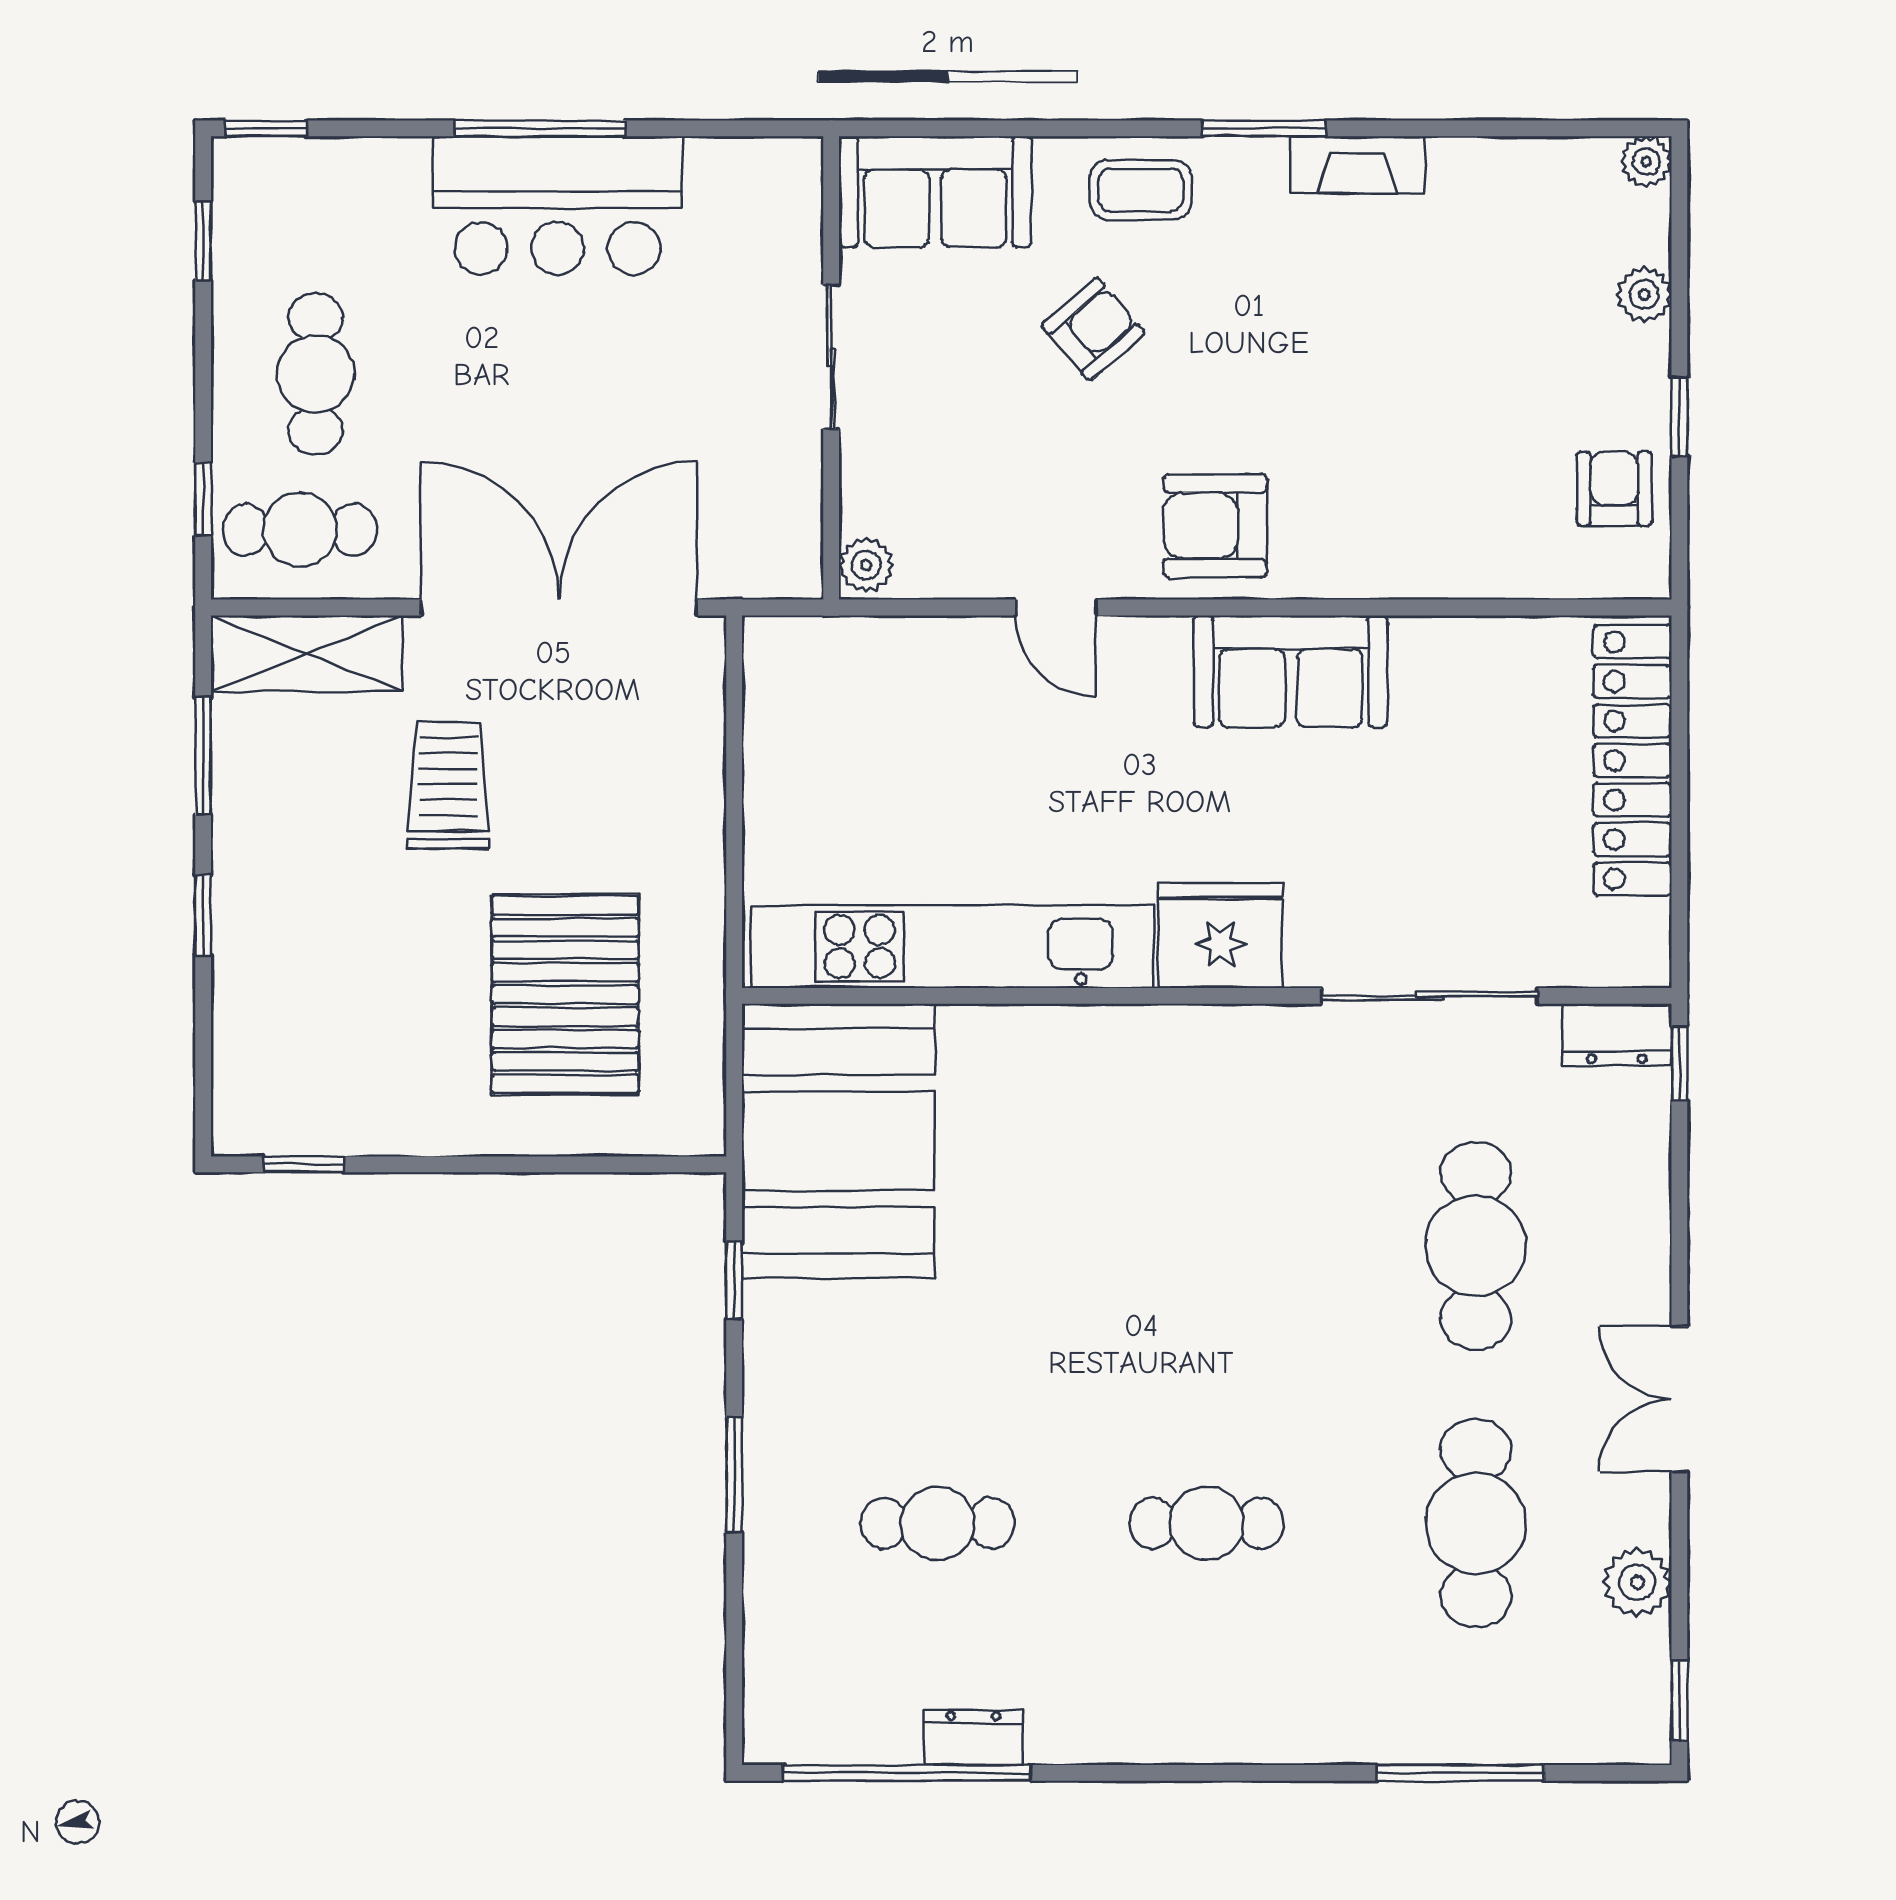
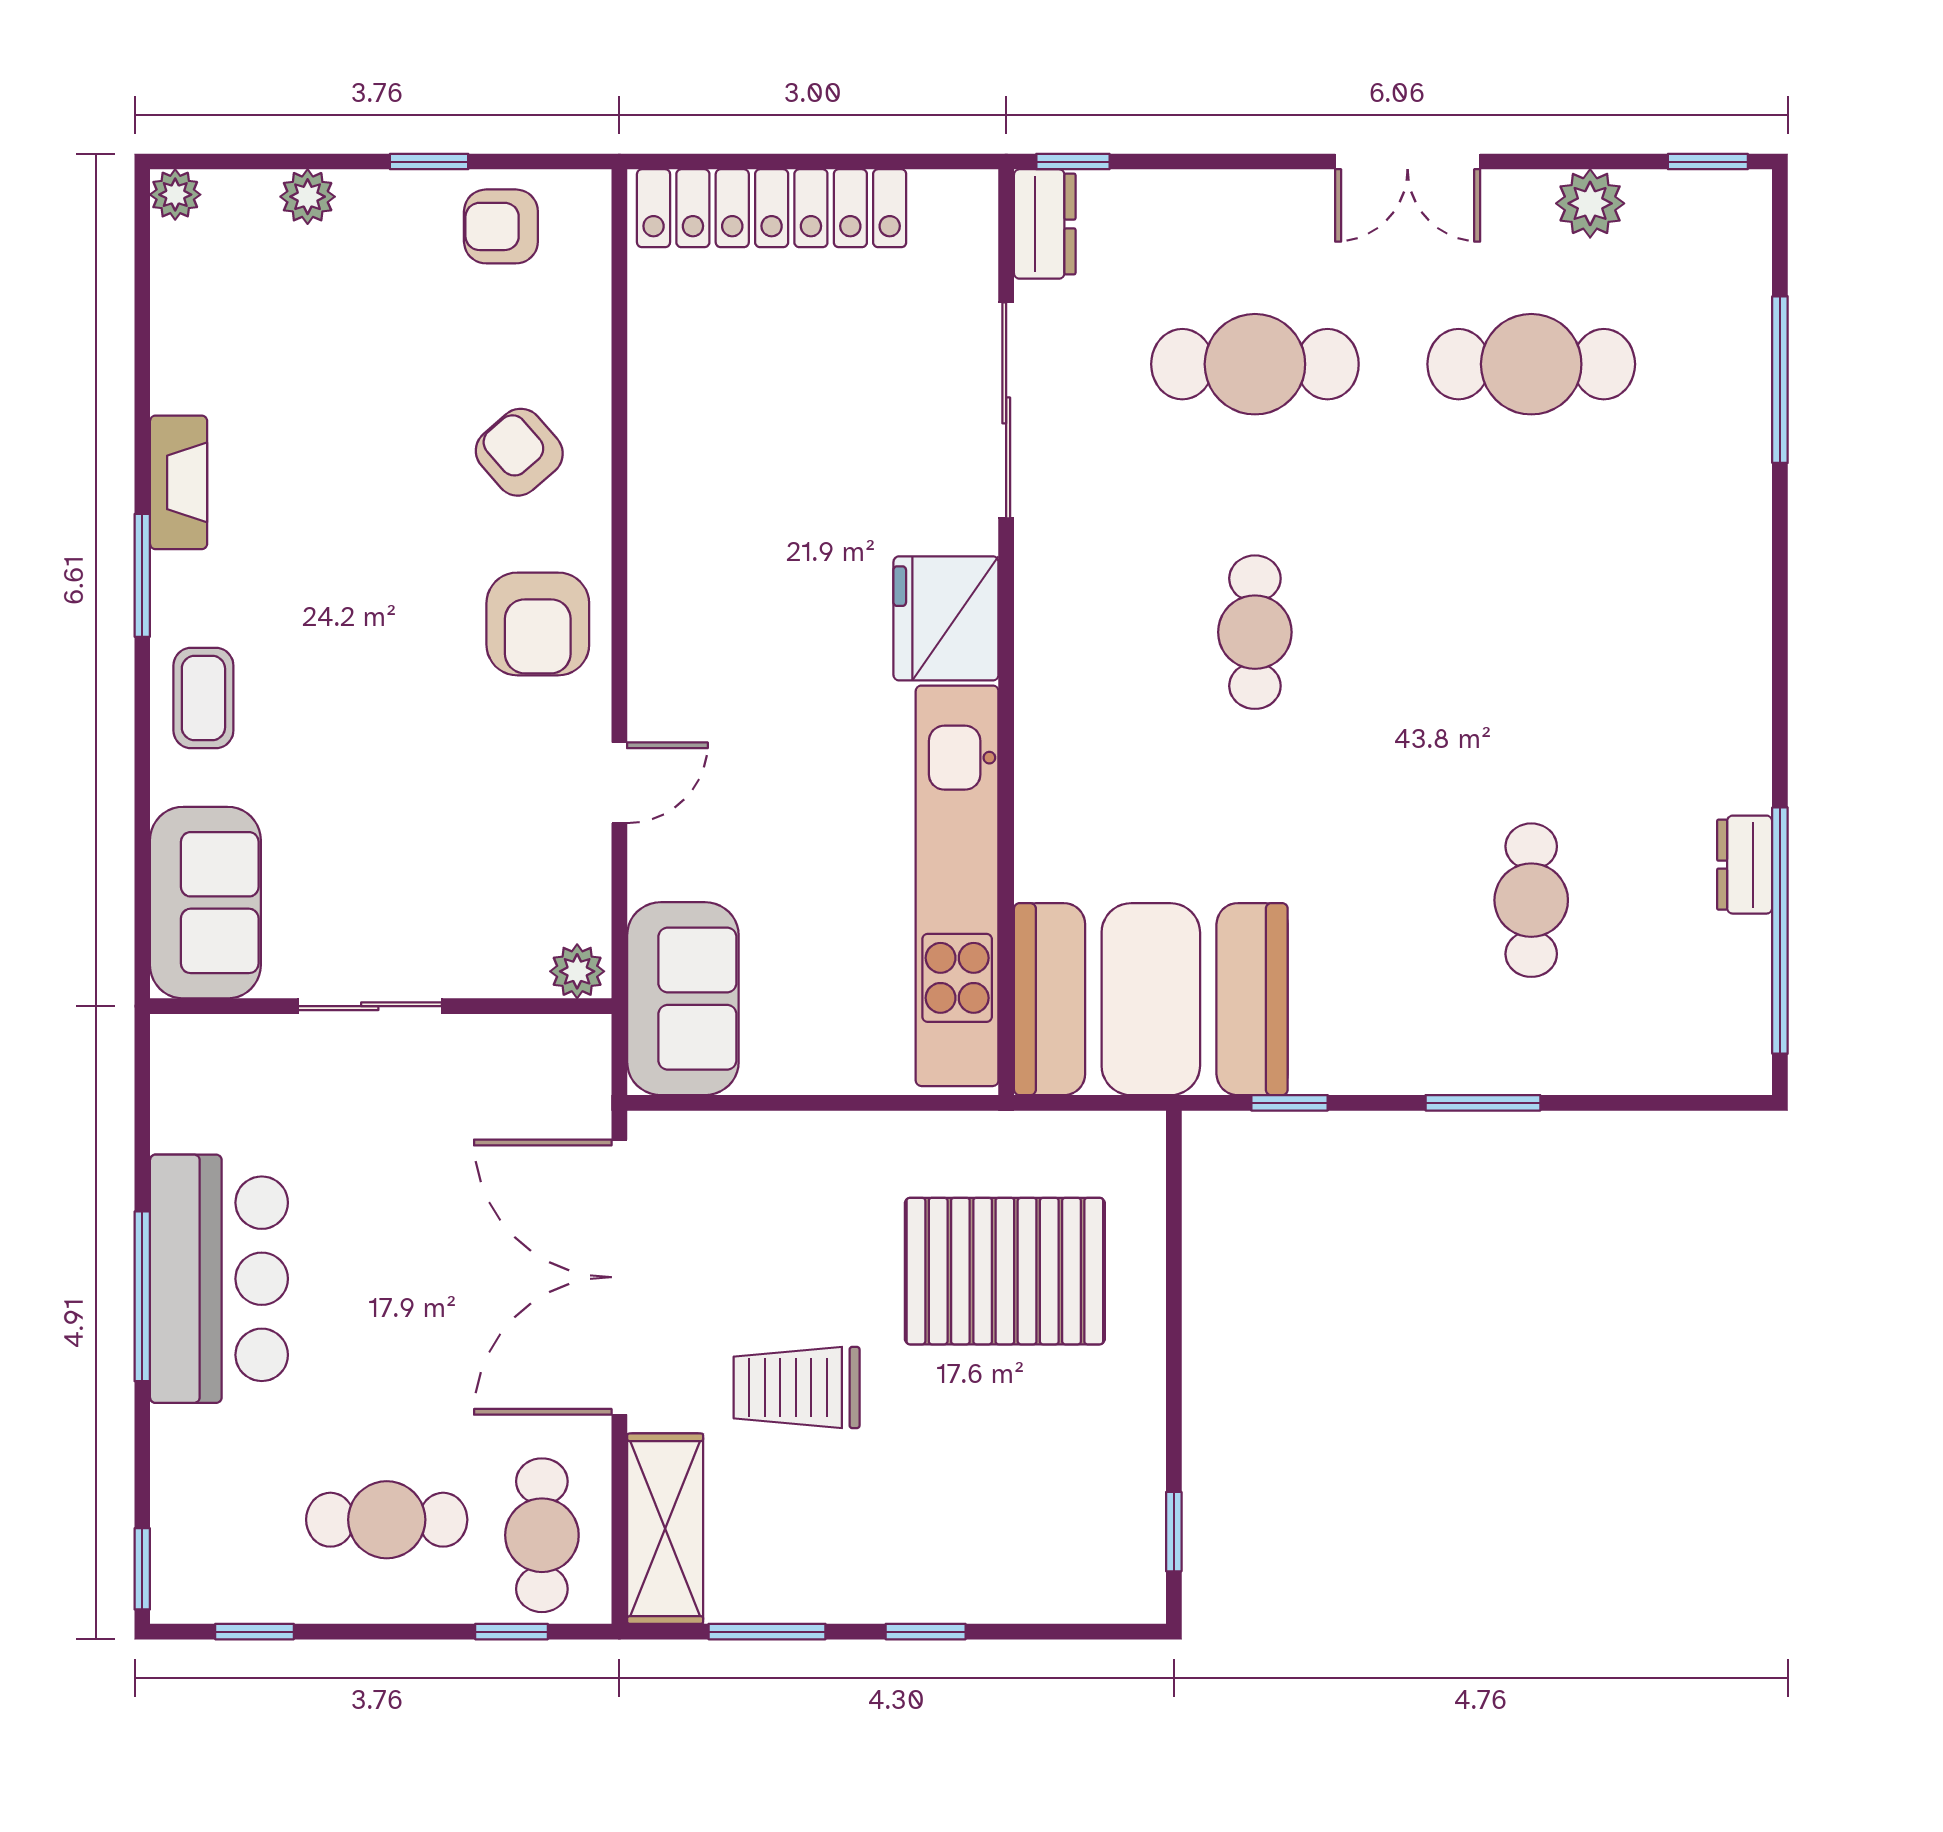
armchair: (1093, 329) -> (519, 452), moved
sofa: (1291, 671) -> (683, 999), moved
cafe table: (1207, 1523) -> (1255, 632), moved

